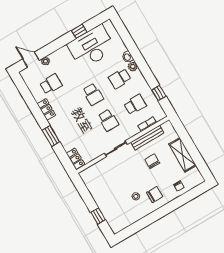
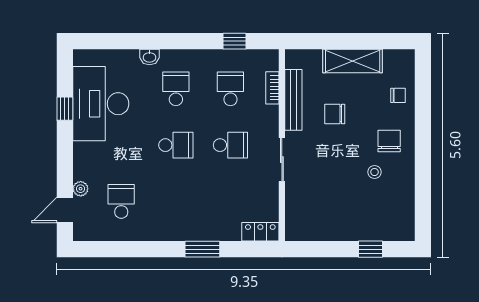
plant: (133, 67) -> (169, 58), removed
school desk: (120, 79) -> (176, 89), turned 180
locker: (46, 109) -> (156, 232), removed

